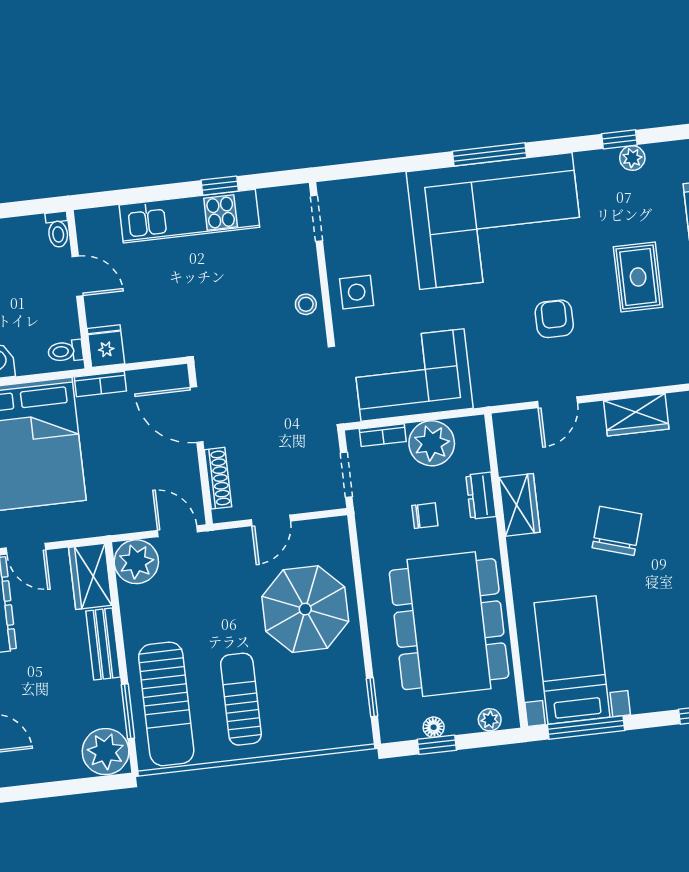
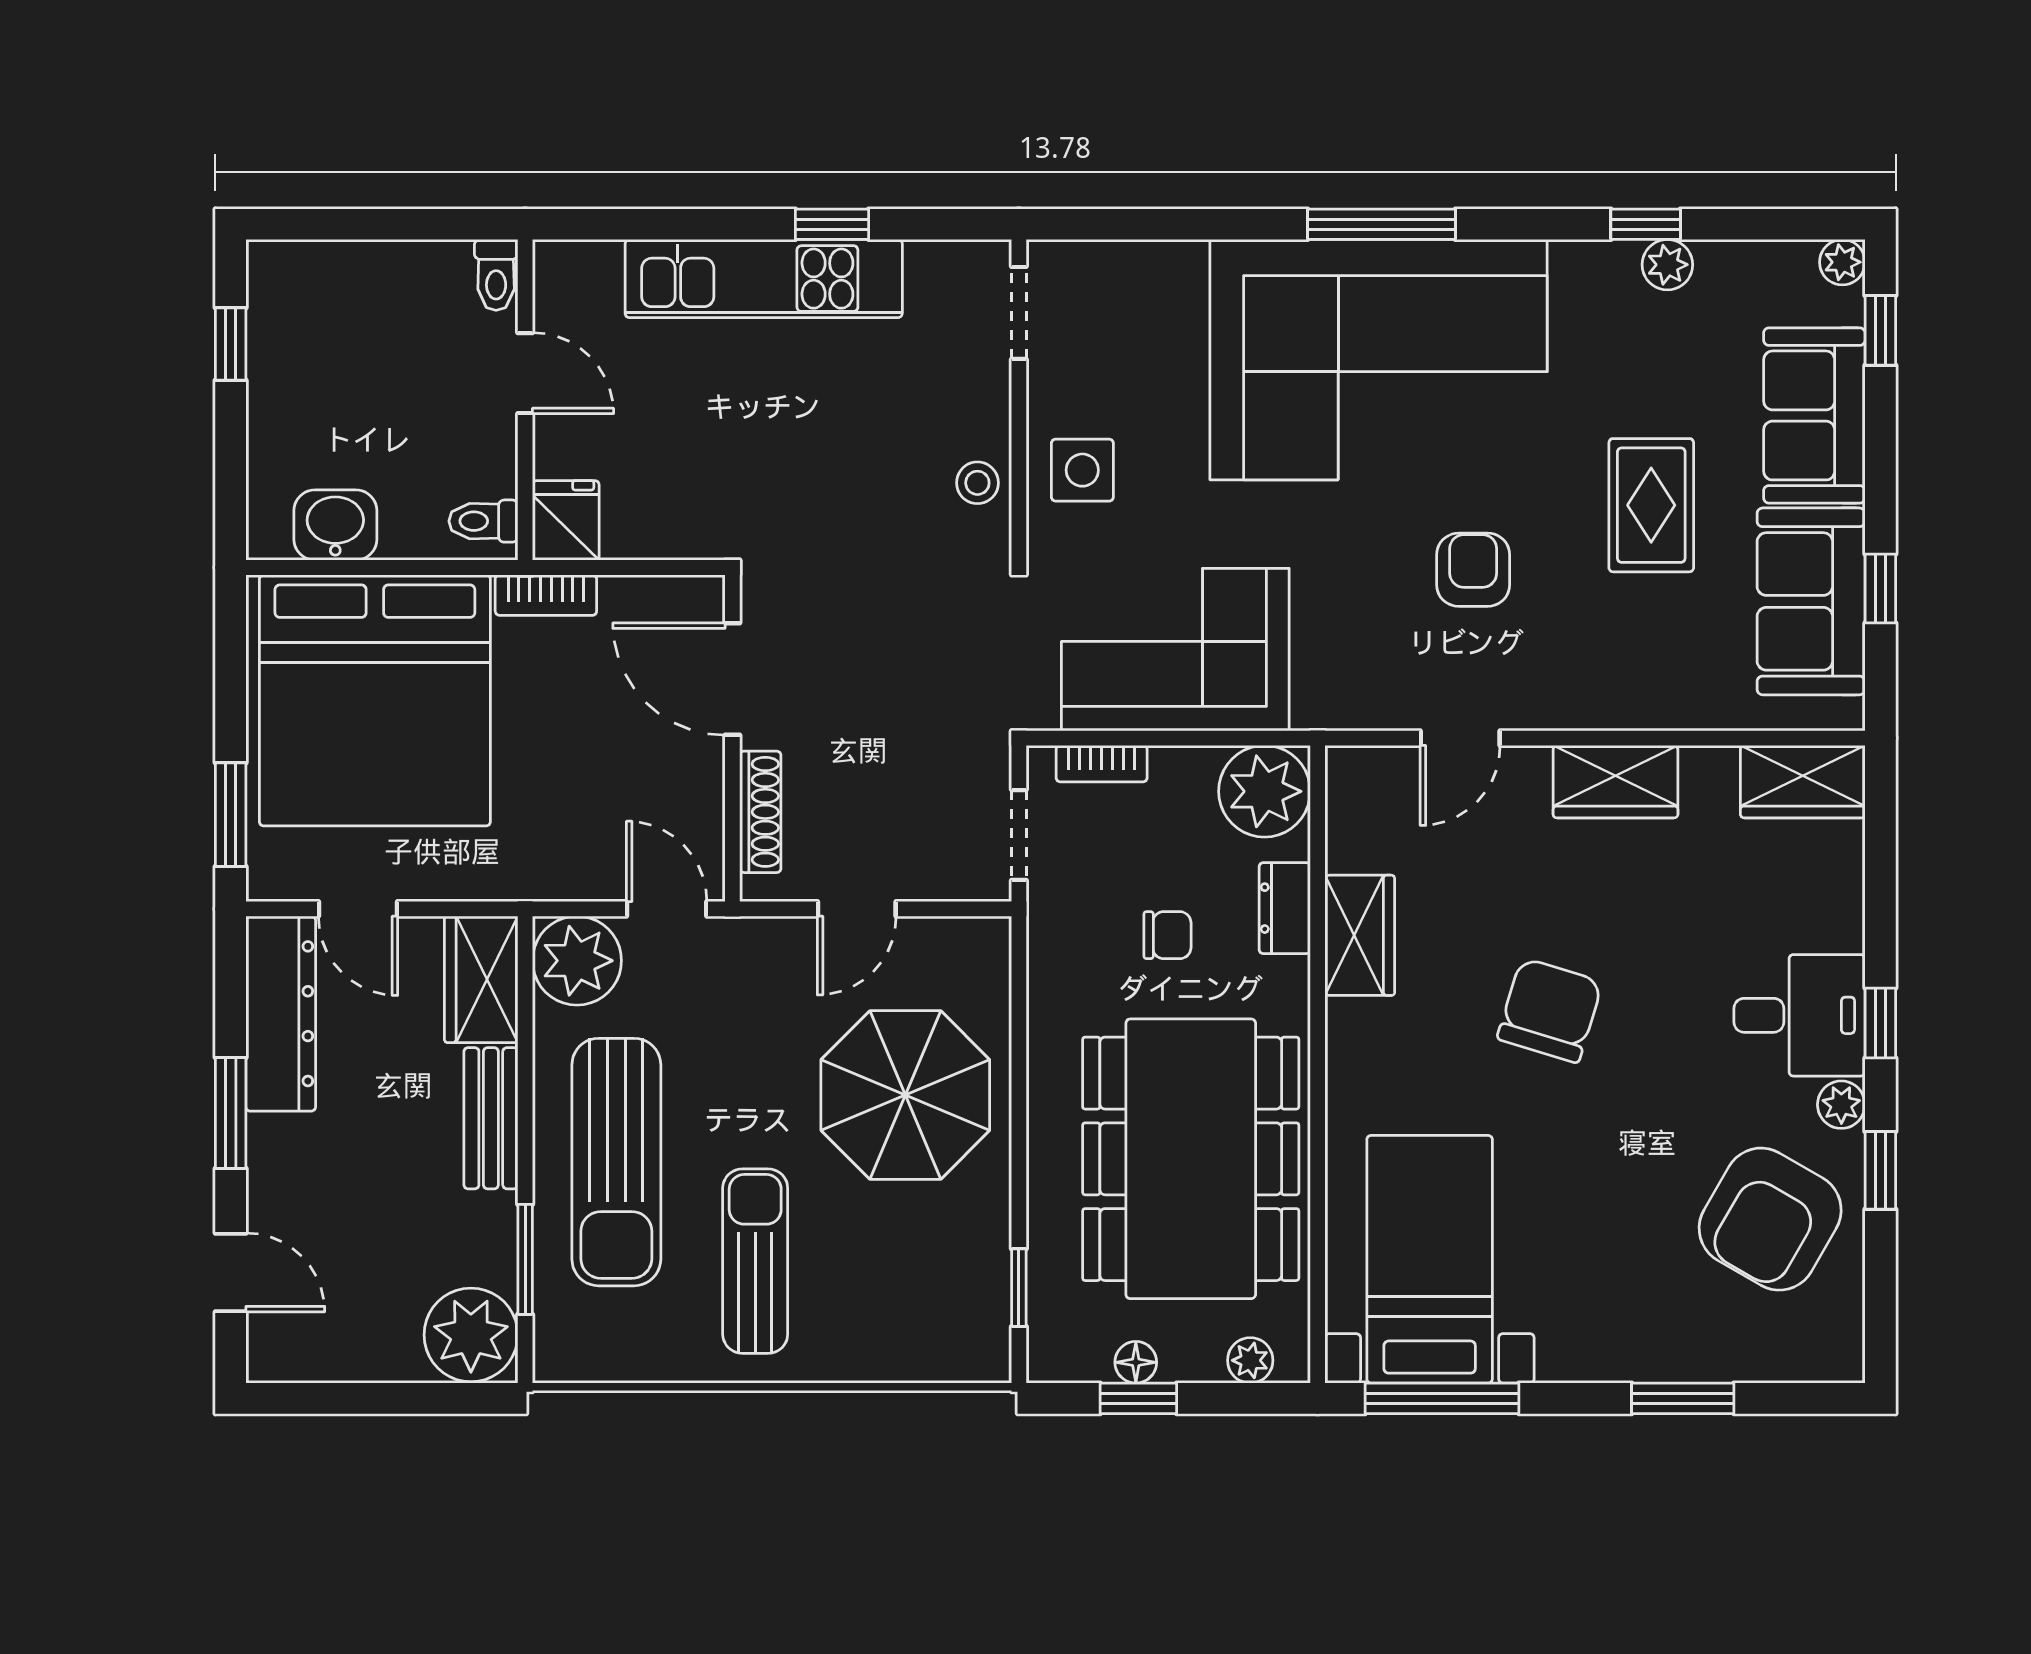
plant: (432, 443) -> (1264, 791), moved
sun lounger: (166, 704) -> (616, 1162), moved

